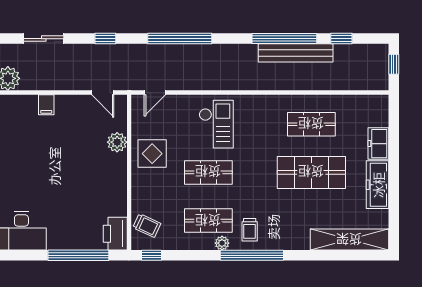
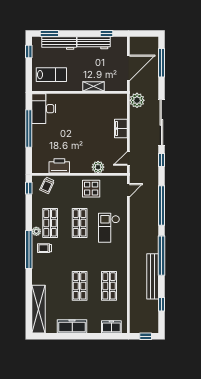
sliding door: (44, 39) -> (161, 122), width x1.86
window: (284, 39) -> (161, 256), moved
door: (155, 93) -> (128, 190), swing flipped
filing cabinet: (46, 105) -> (121, 128), width x2.00
checkout: (216, 124) -> (109, 228), turned 90
freezer: (378, 144) -> (111, 327), moved
shop shelf: (311, 172) -> (80, 286), width x0.70, depth x0.74
printer: (115, 234) -> (59, 166), moved
window: (78, 255) -> (29, 129), moved

